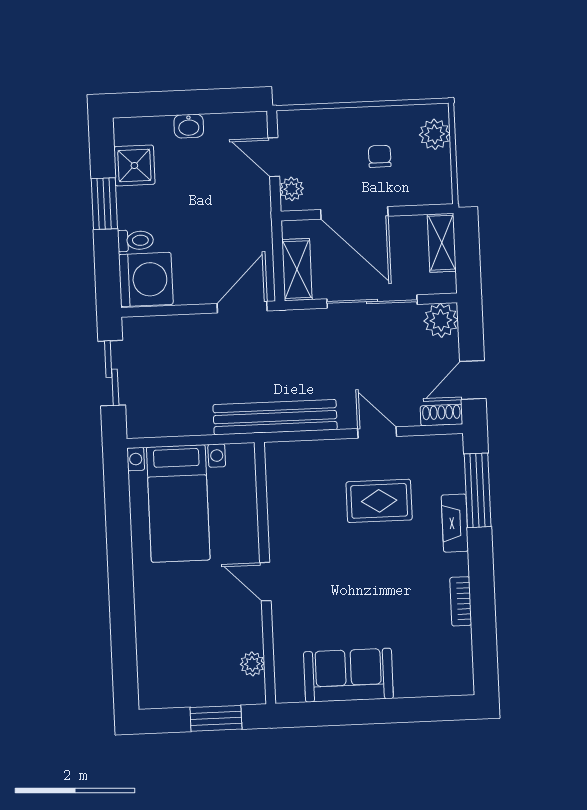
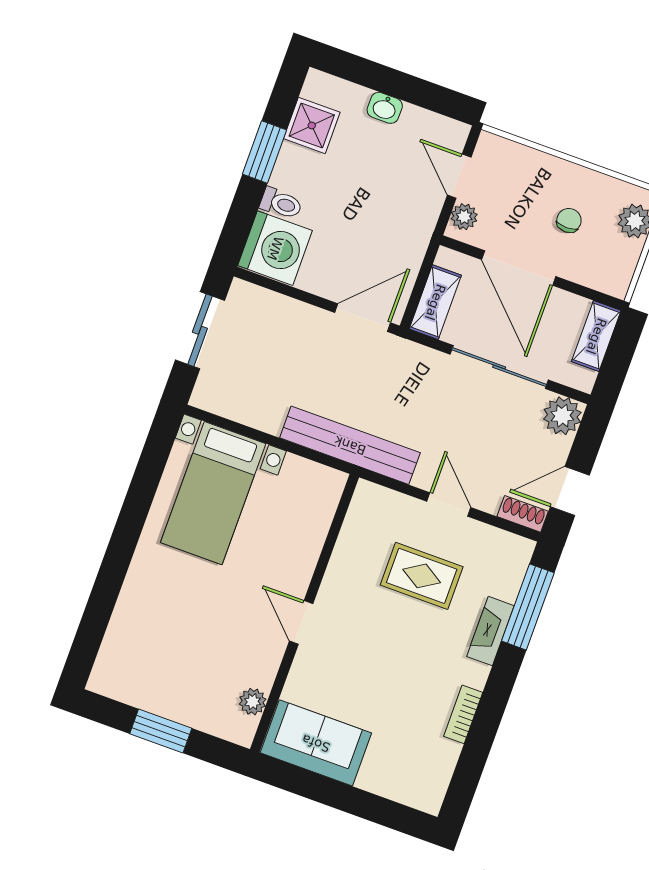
wall: (265, 573) -> (304, 613), moved
door: (265, 582) -> (301, 622), moved
plant: (252, 664) -> (253, 702), moved

